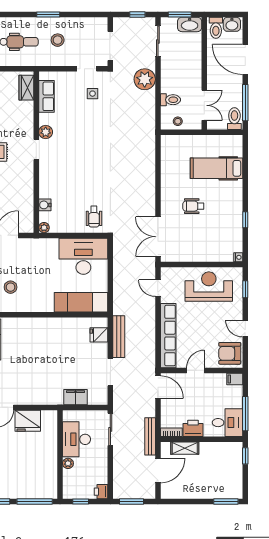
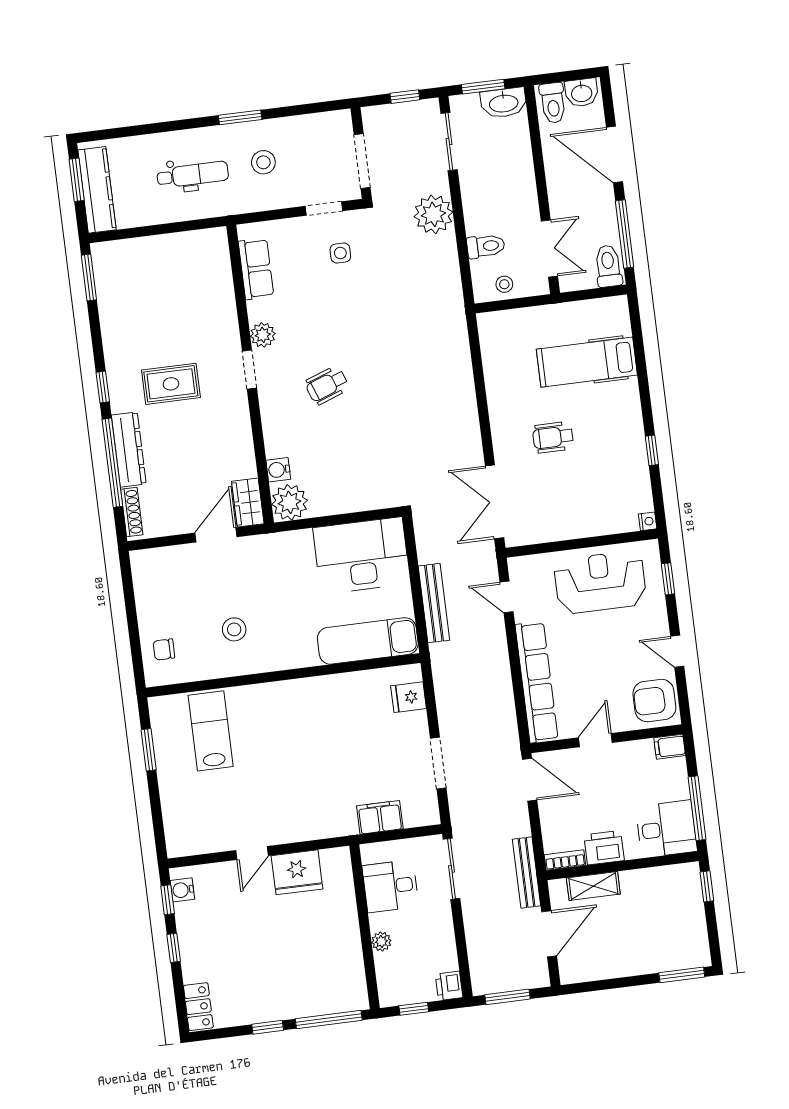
wardrobe: (26, 88) -> (248, 503), moved
wheelchair: (94, 217) -> (327, 385), moved, turned 70
plant: (44, 228) -> (290, 502), width x1.88, depth x1.88
bench: (119, 337) -> (434, 603), moved
desk: (77, 439) -> (390, 886), width x0.73

